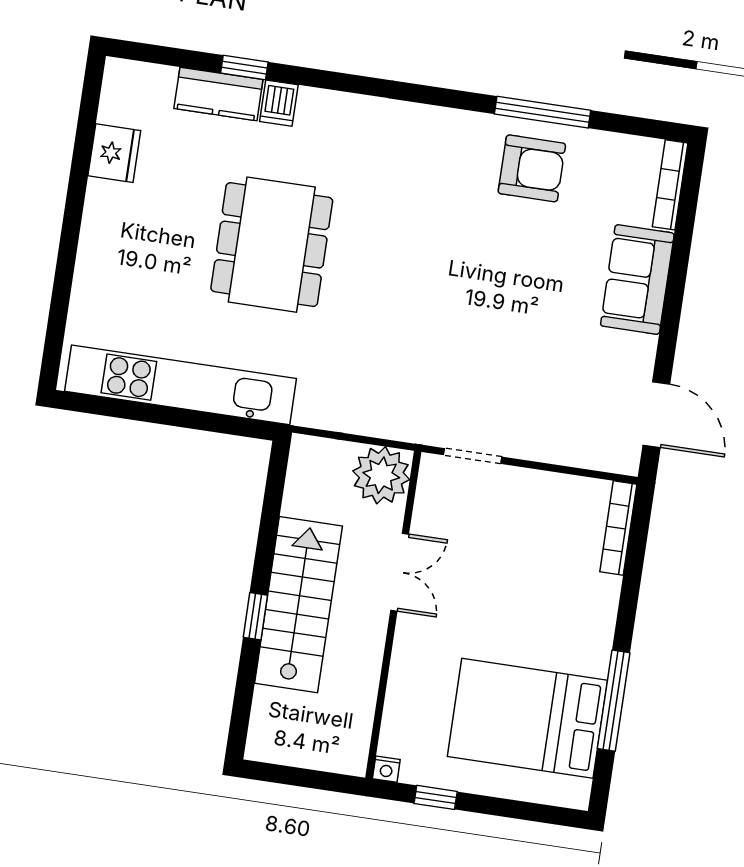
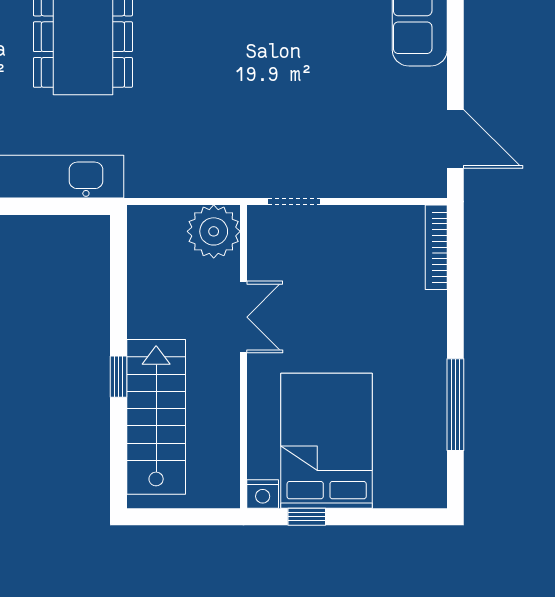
stairs: (298, 605) -> (156, 417), moved
bed: (527, 718) -> (327, 441), moved, turned 90
nightstand: (386, 769) -> (263, 494), width x1.39, depth x1.35

